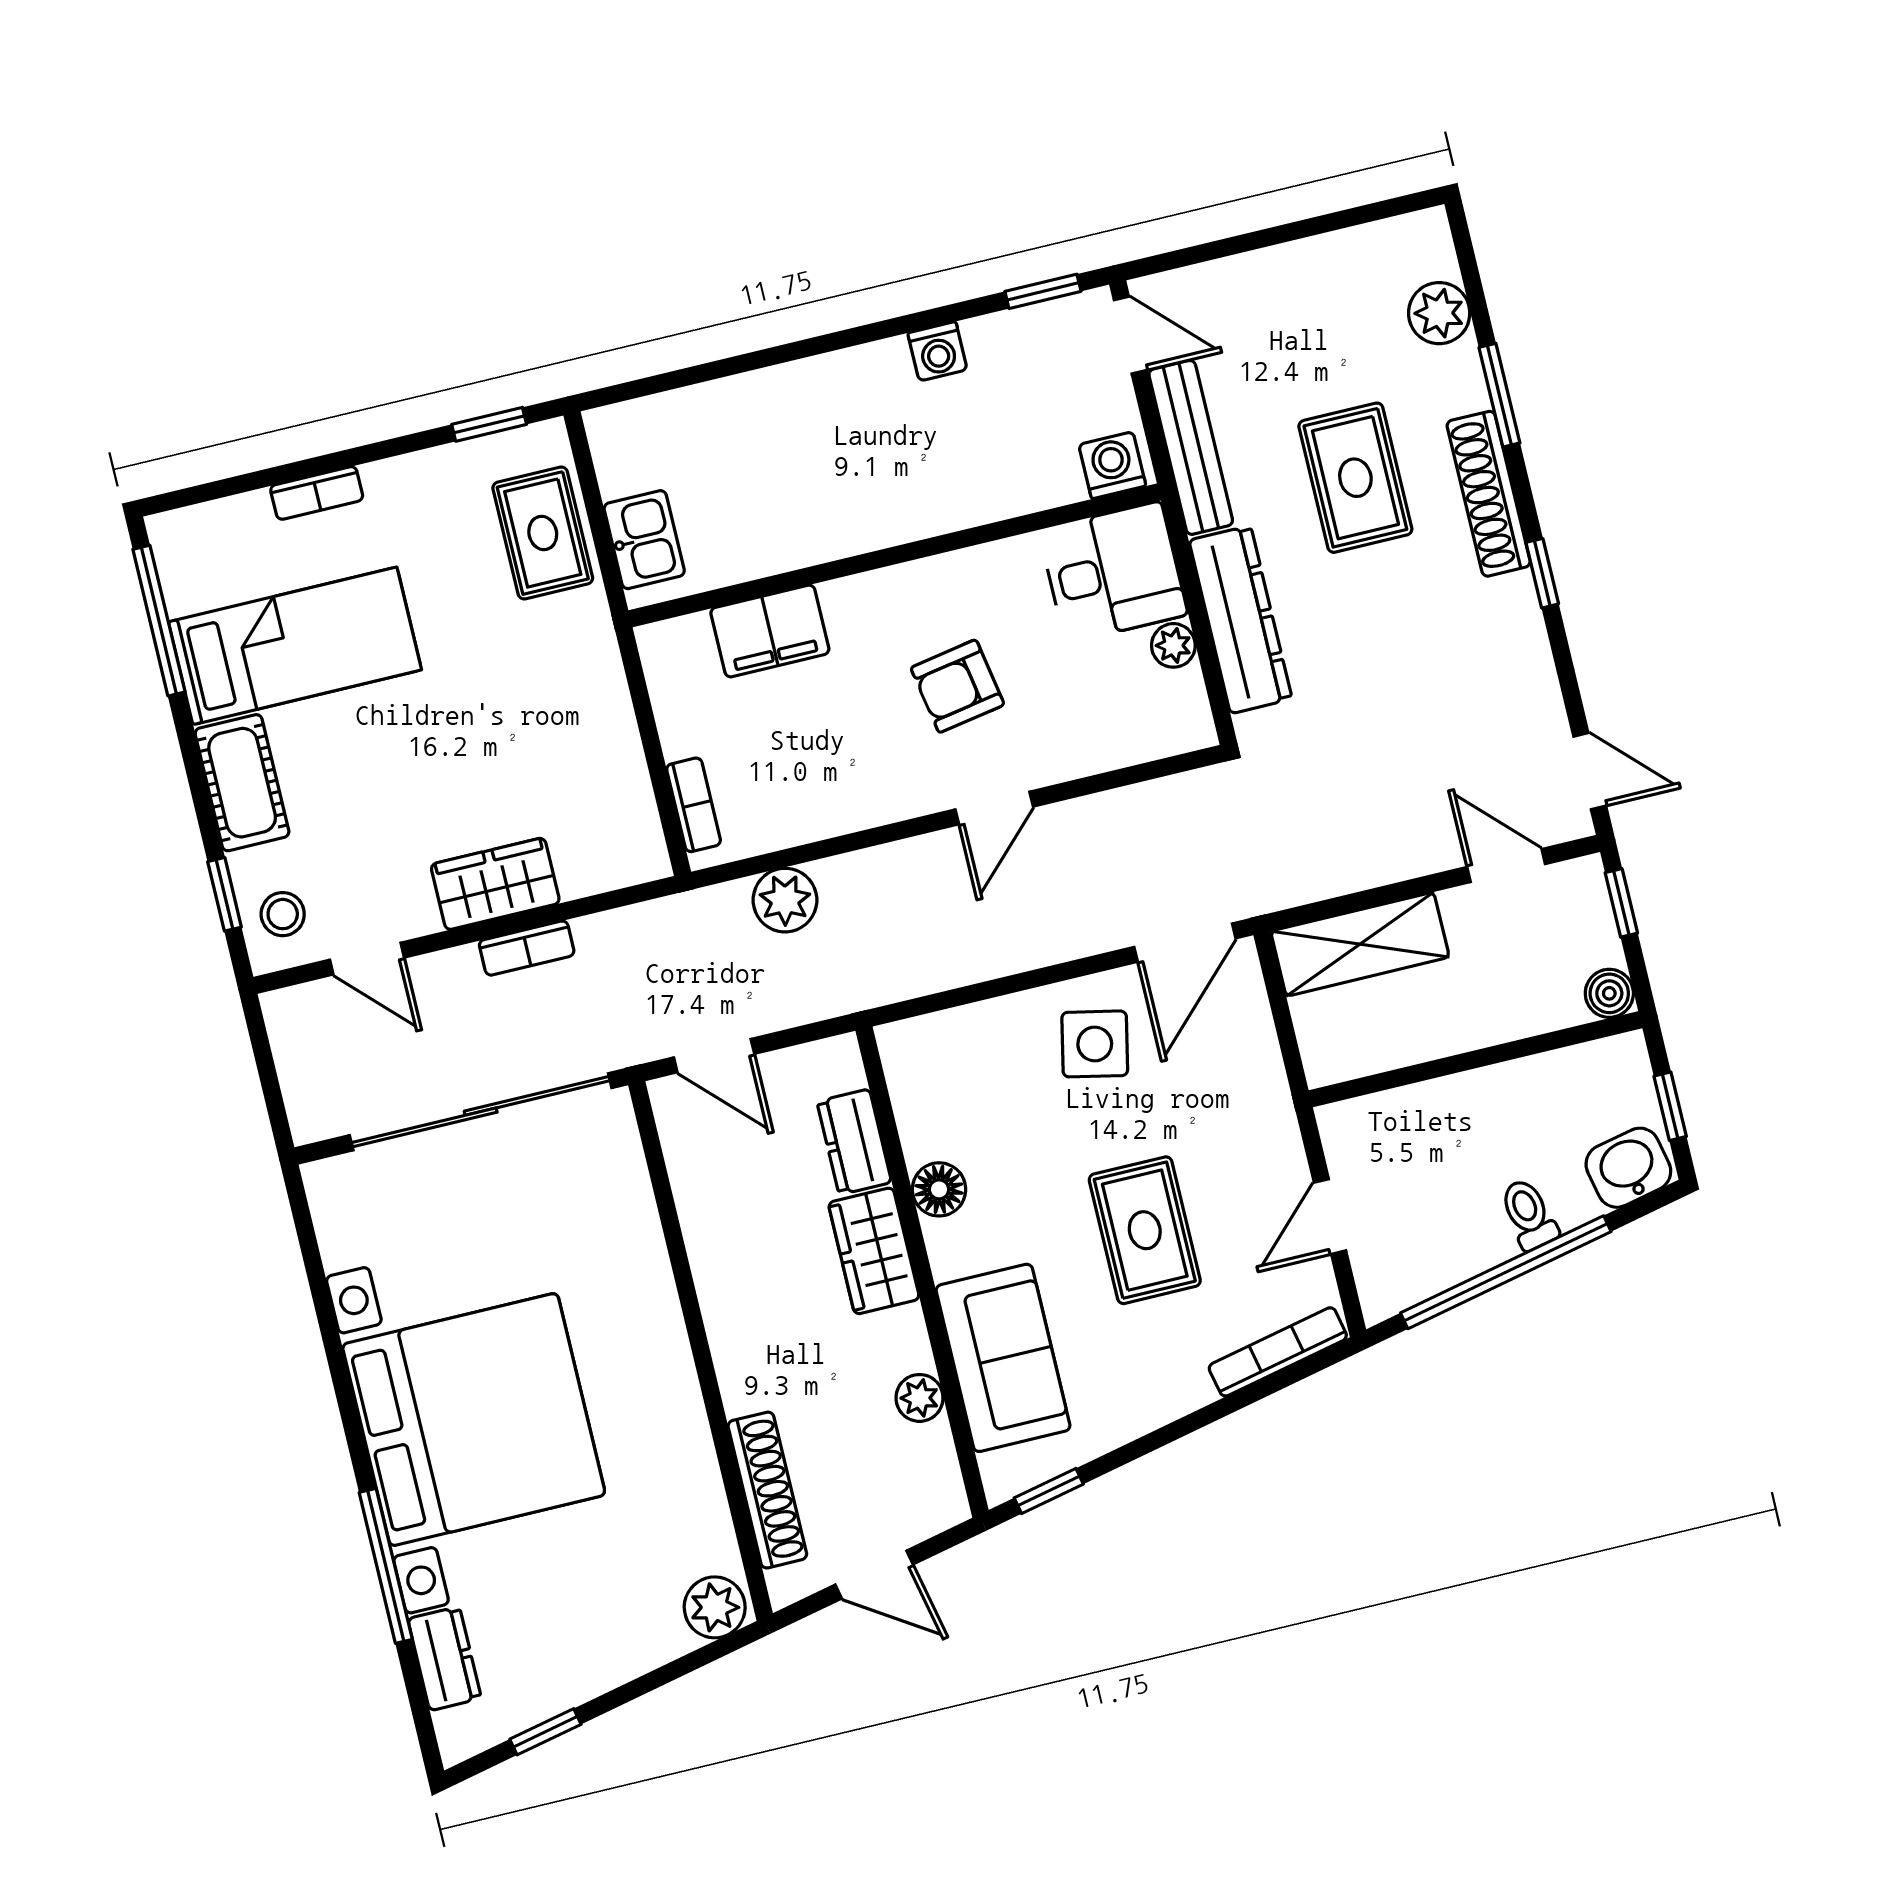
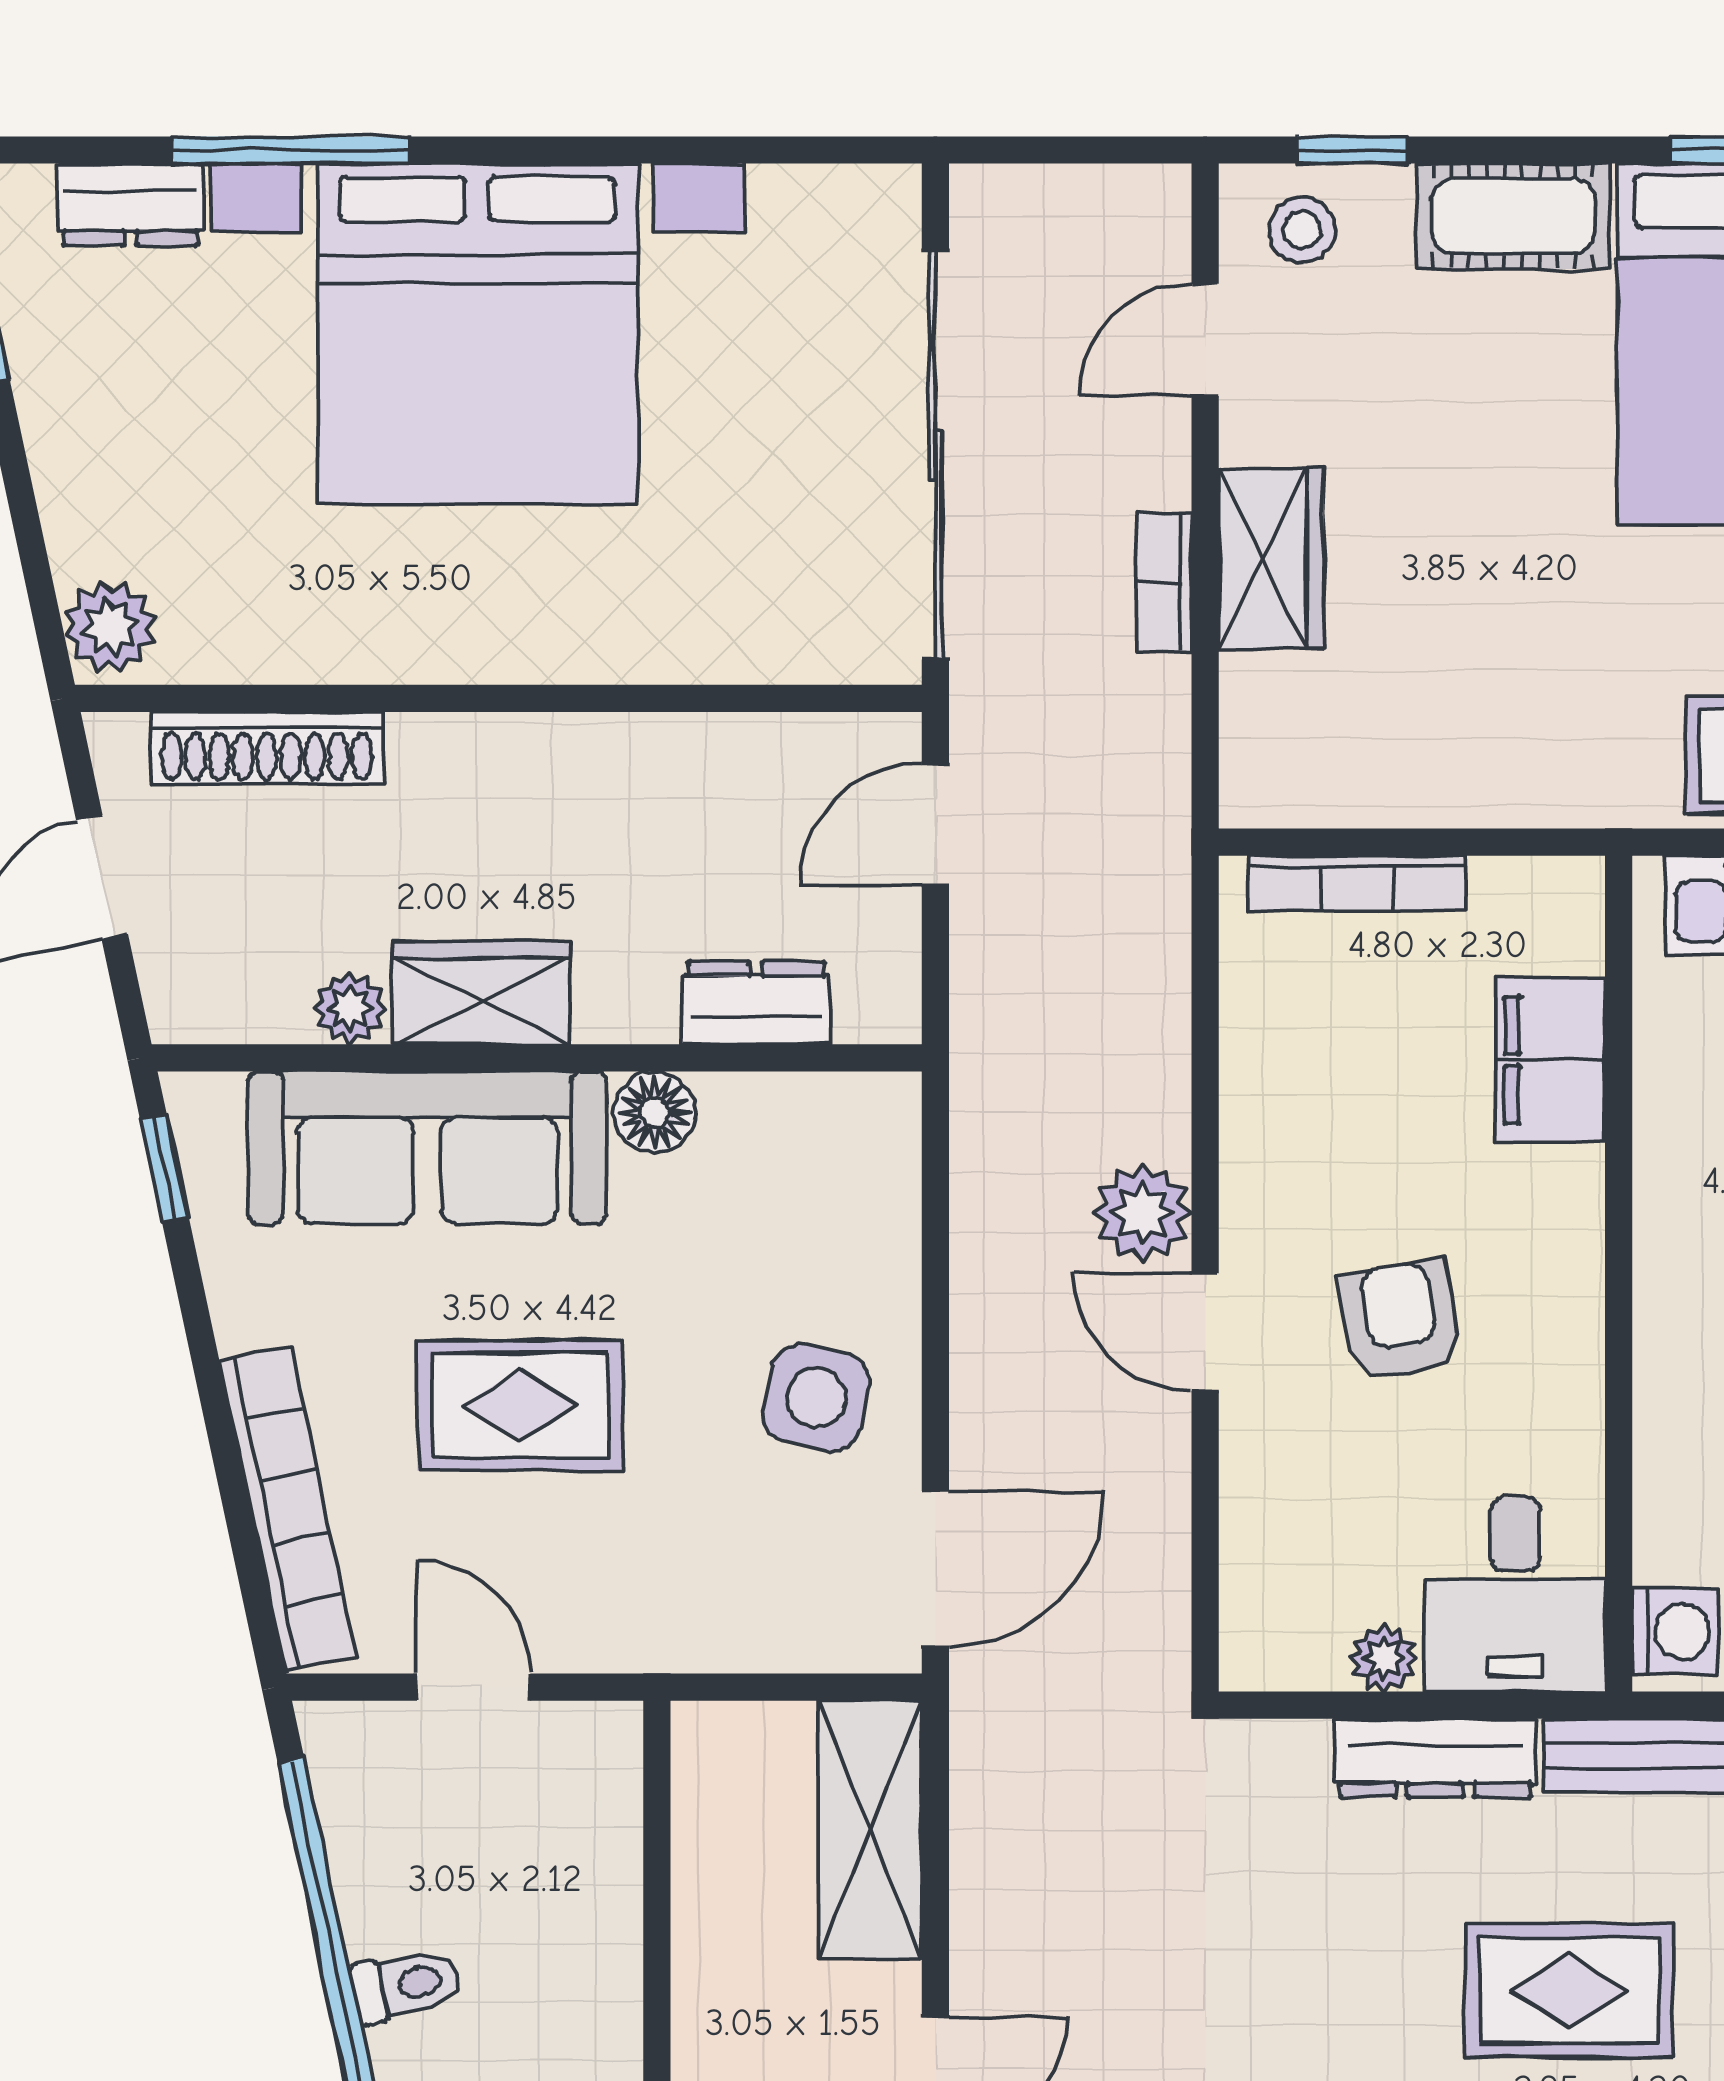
dresser: (1240, 620) -> (1435, 1758), width x0.73, depth x0.80
bookcase: (694, 805) -> (1357, 883), width x1.56
plant: (785, 900) -> (1143, 1213), moved
door: (1185, 943) -> (935, 1569), swing flipped
wardrobe: (874, 1251) -> (482, 993), moved
bookcase: (1278, 1352) -> (288, 1509), width x1.48, depth x1.31
sofa: (1003, 1358) -> (427, 1148), width x1.36

